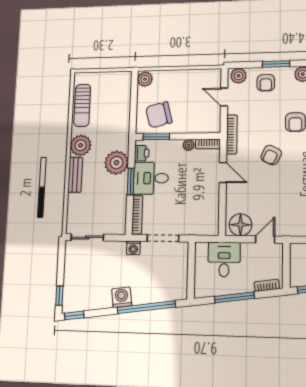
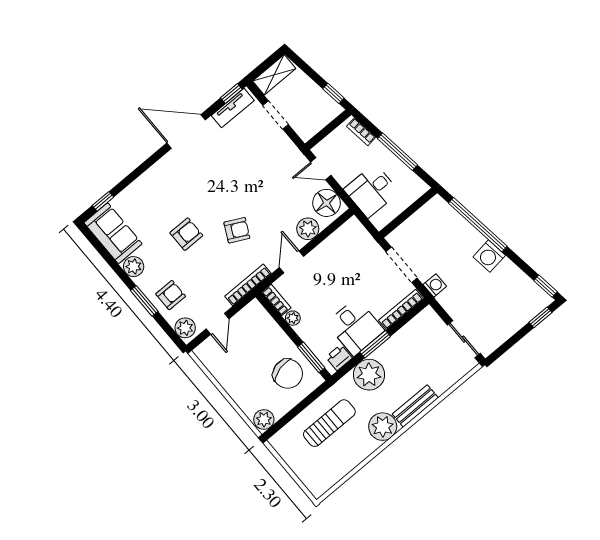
sun lounger: (82, 105) -> (329, 423), moved
plant: (234, 200) -> (308, 229), added

